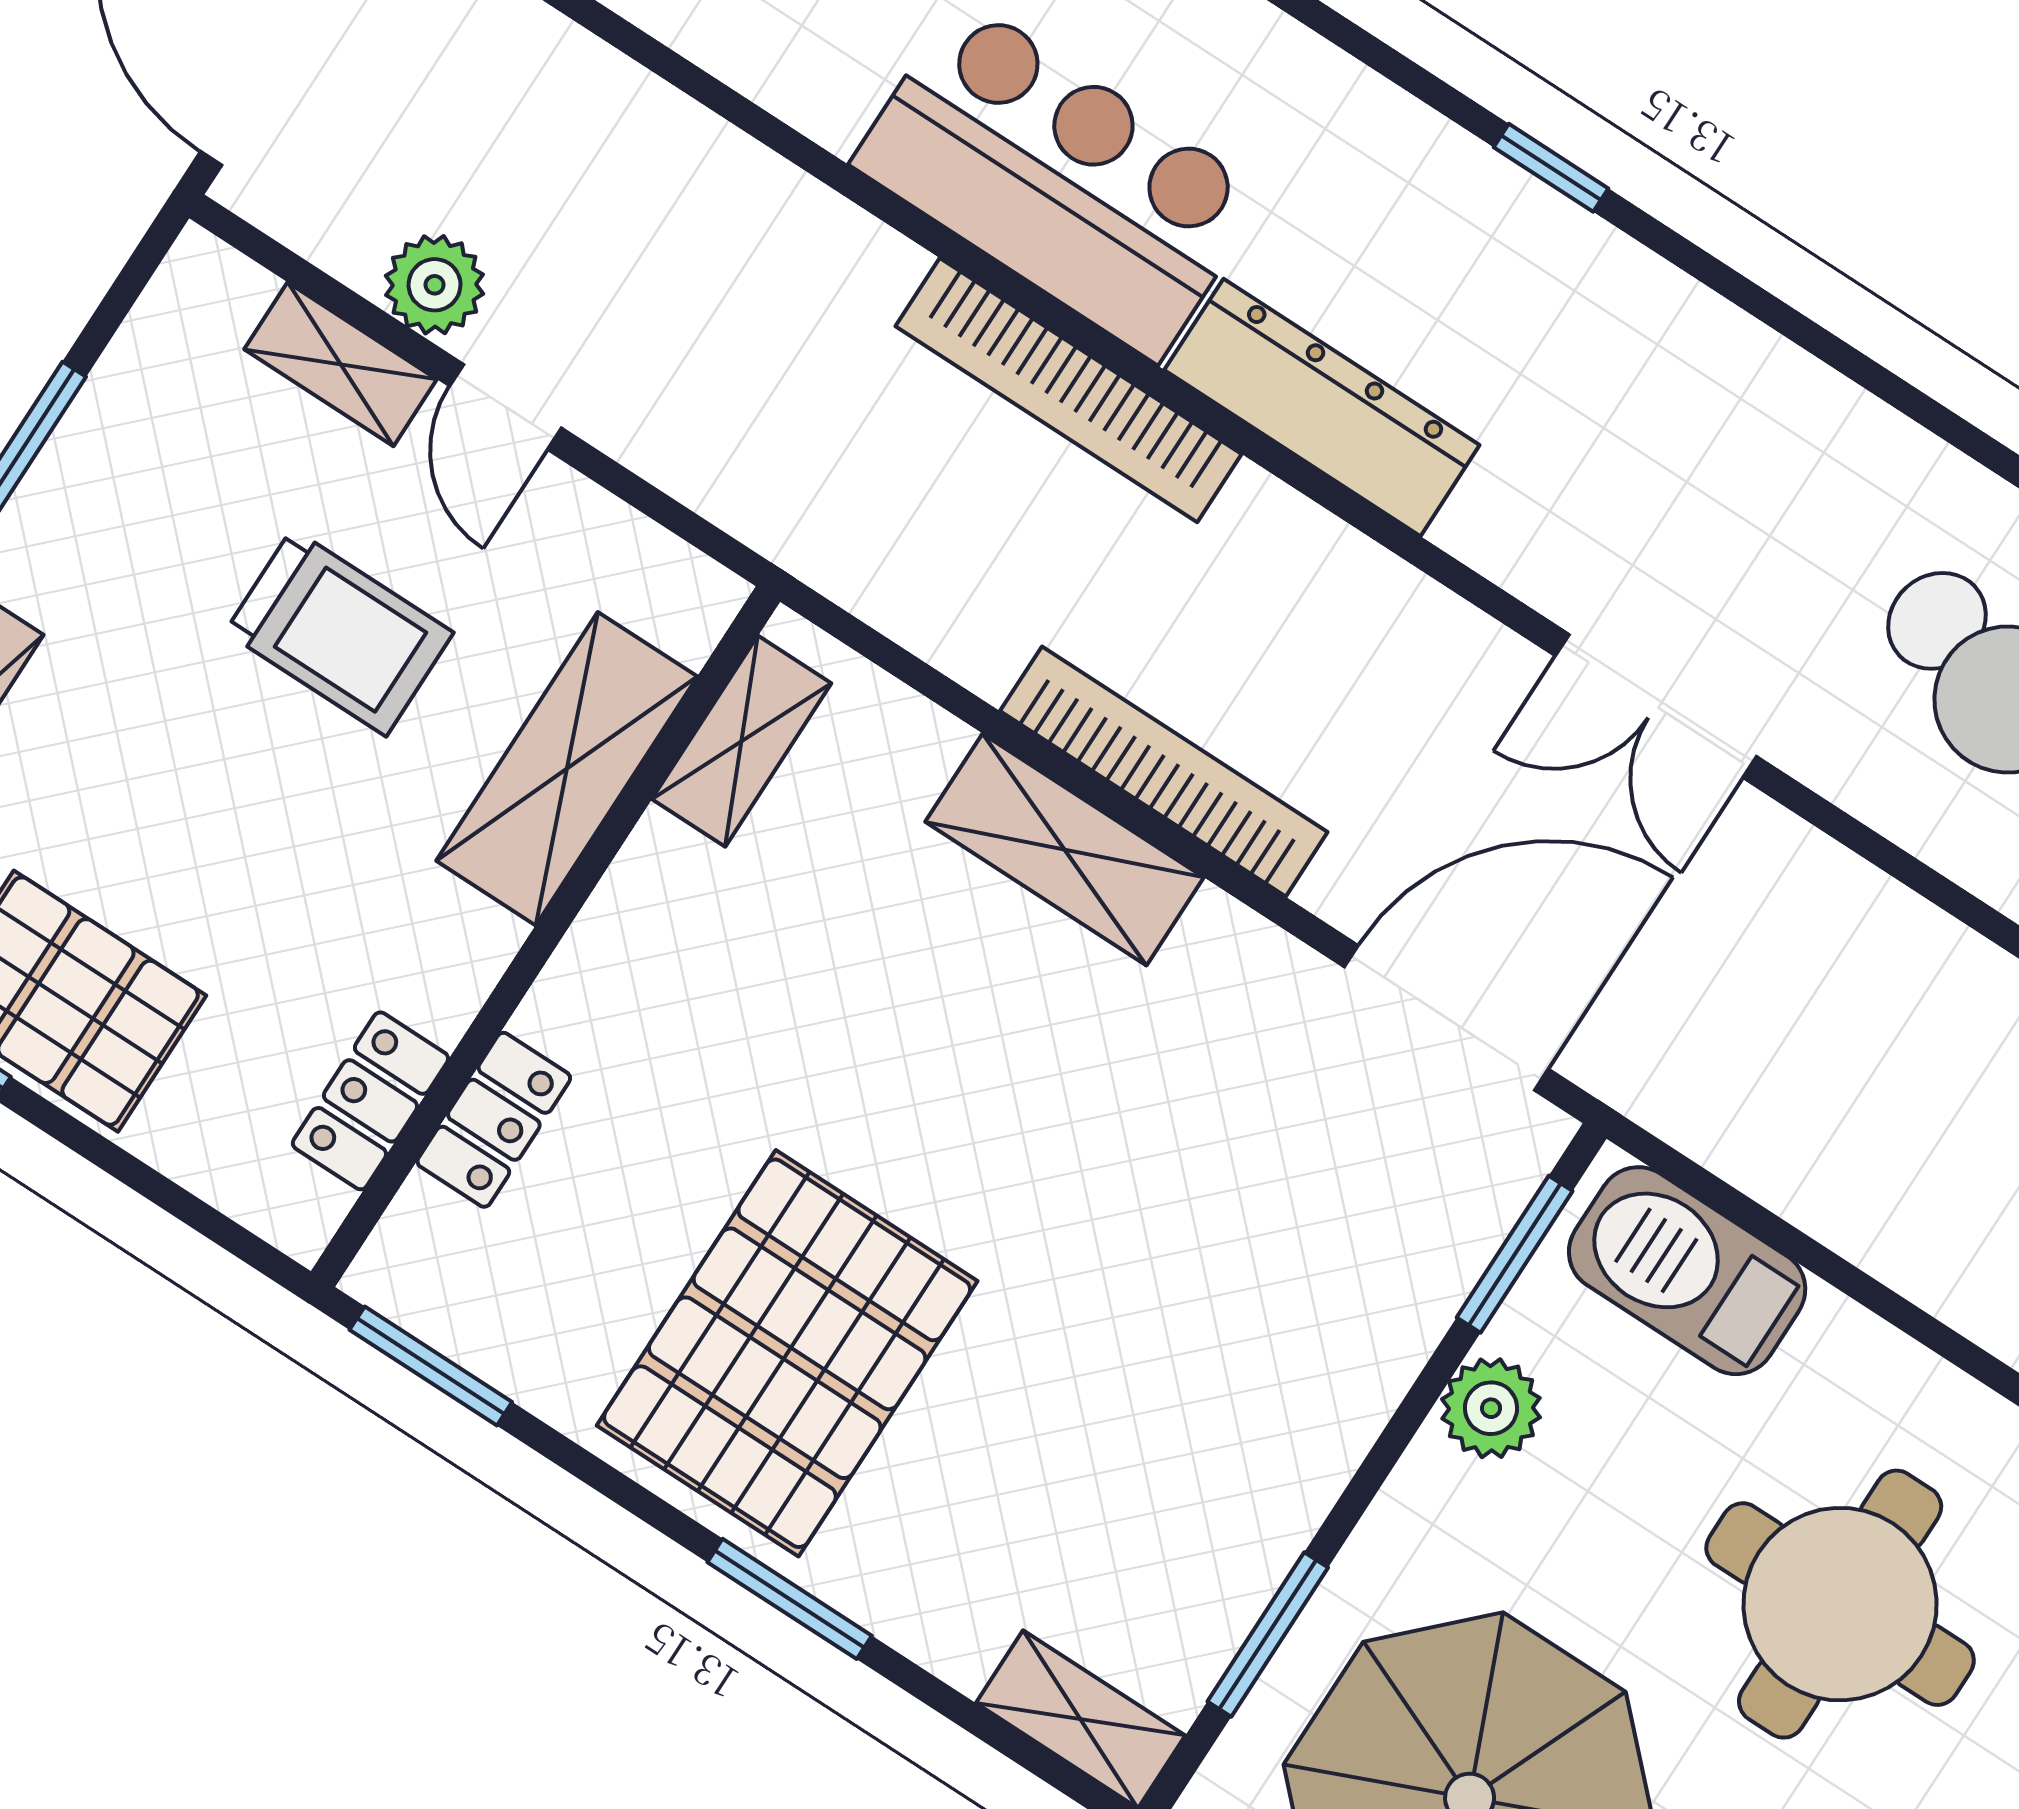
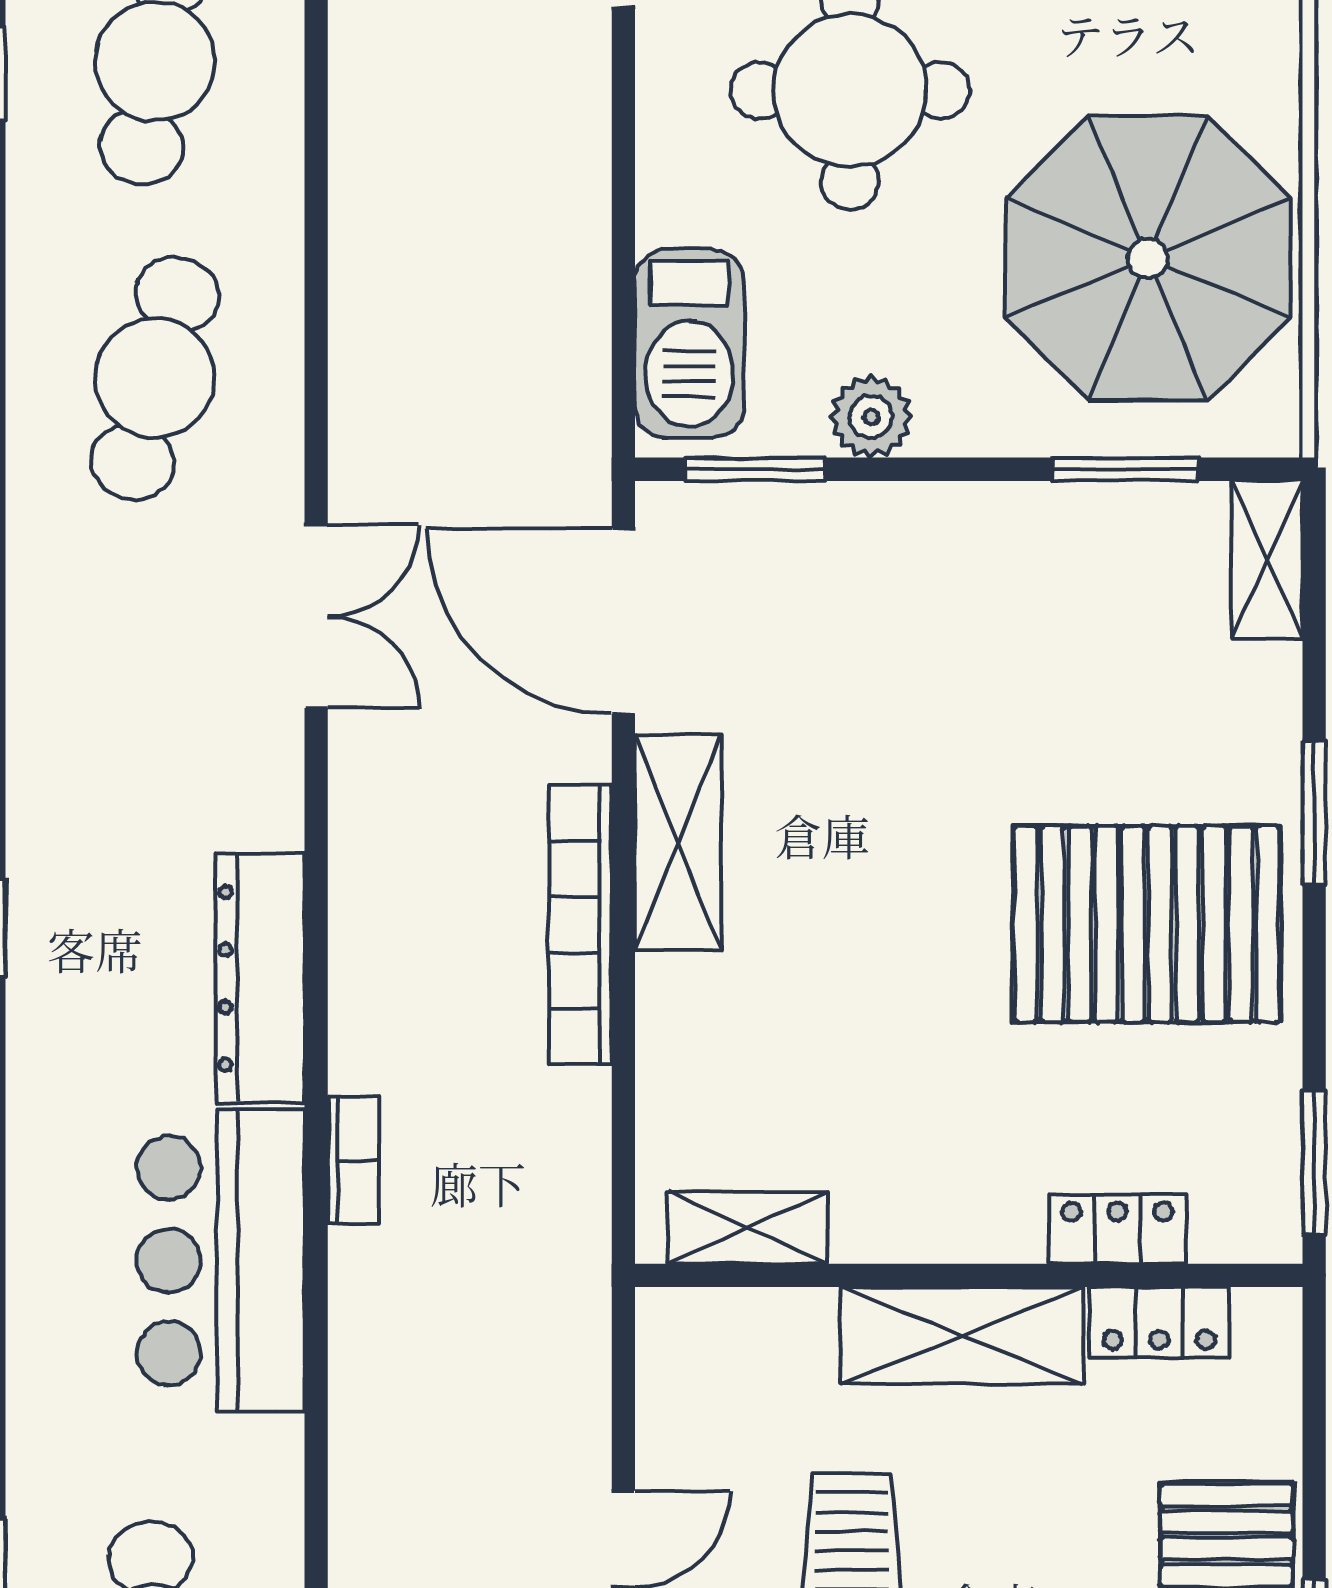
bookcase: (1068, 390) -> (353, 1160), width x0.43, depth x0.76
shelving: (567, 769) -> (962, 1335), moved
shelving: (1064, 850) -> (678, 842), moved

